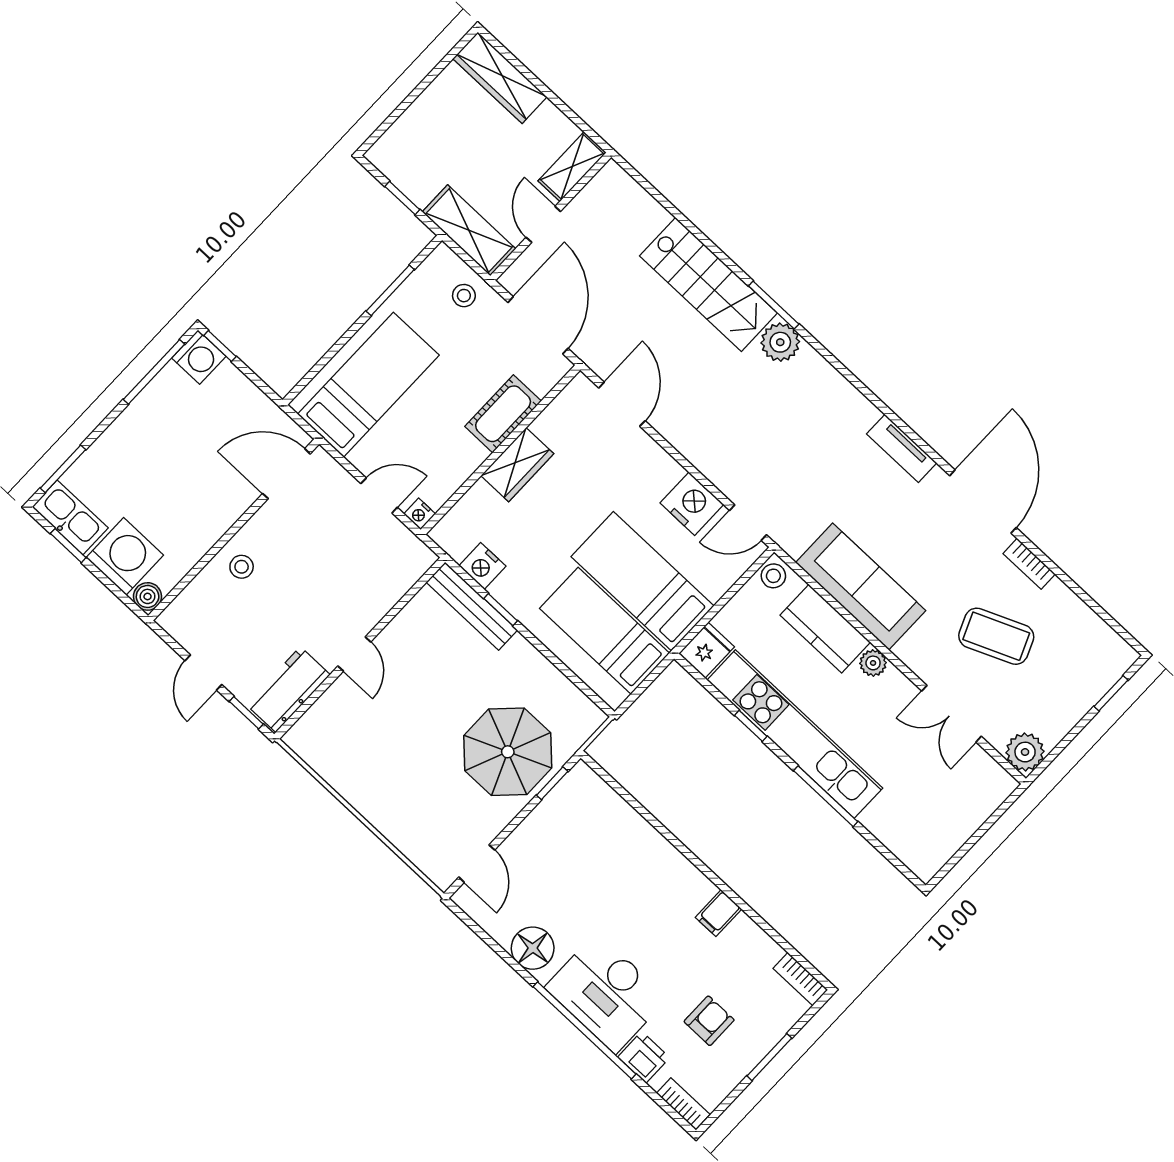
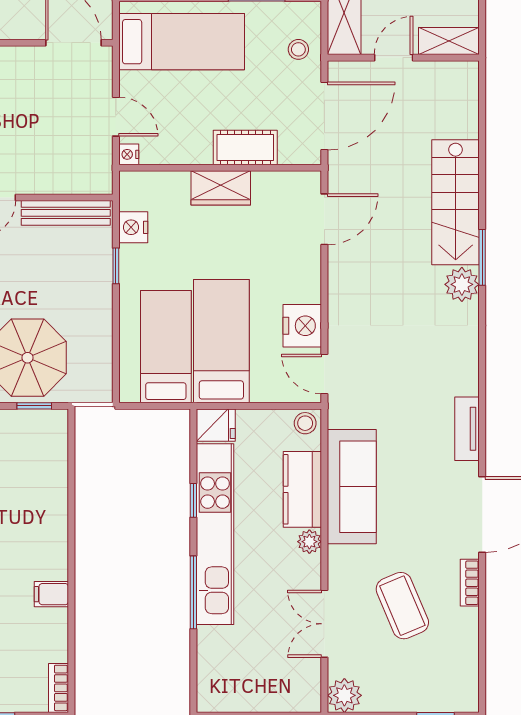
bench: (472, 606) -> (66, 213), moved, turned 90

